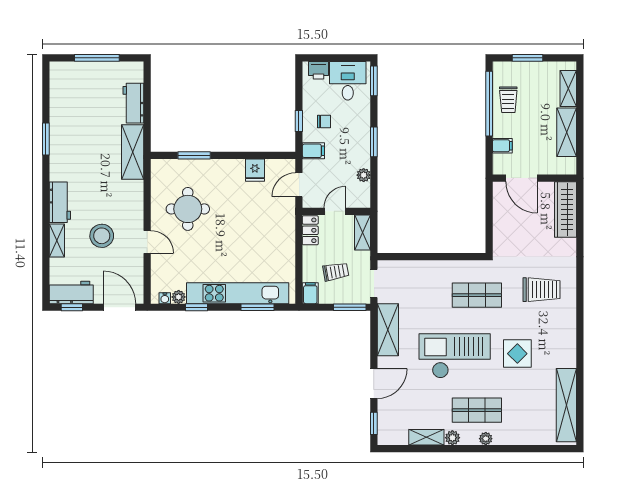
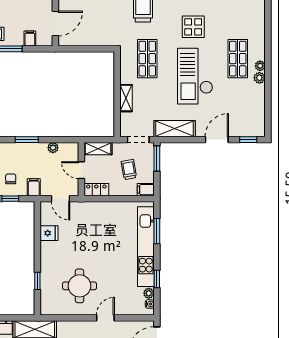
window: (194, 155) -> (37, 281), width x0.67
door: (374, 384) -> (217, 140), hinge flipped
shelving: (426, 437) -> (126, 98), moved
plant: (486, 439) -> (260, 66), moved

